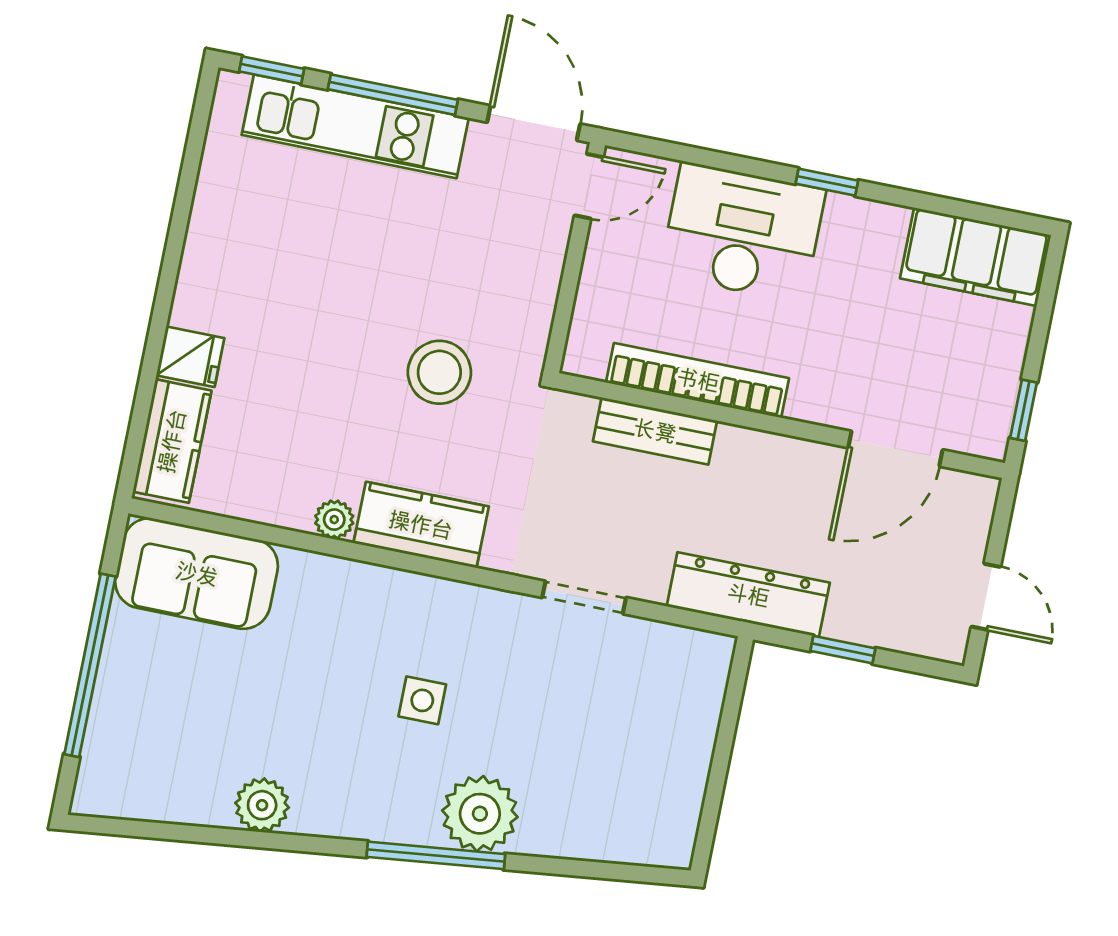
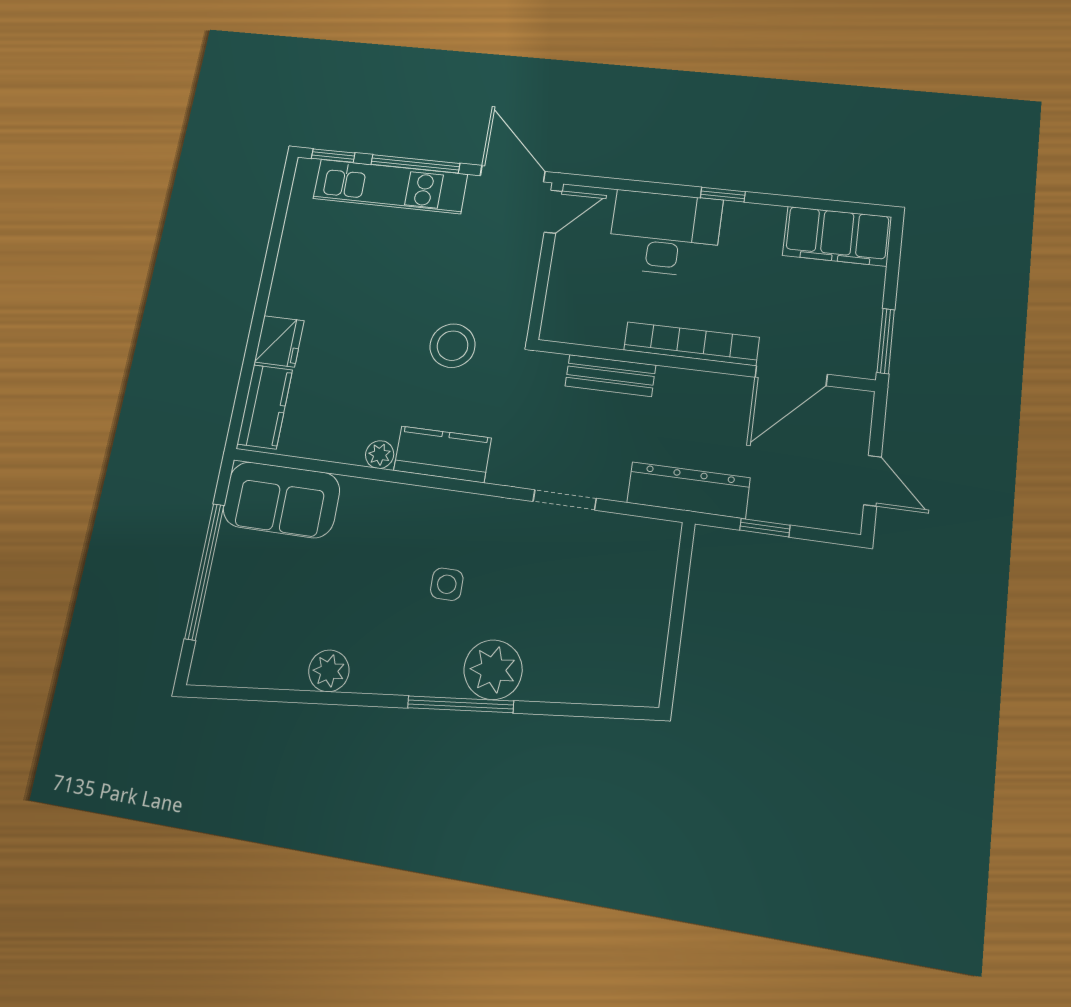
fridge: (190, 357) -> (279, 341), width x1.38
bookcase: (698, 380) -> (691, 344), moved
window: (1024, 410) -> (886, 341), width x1.50

